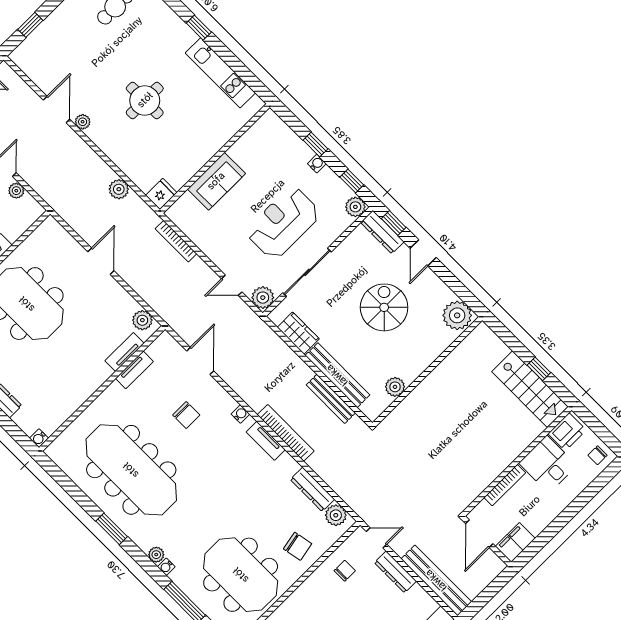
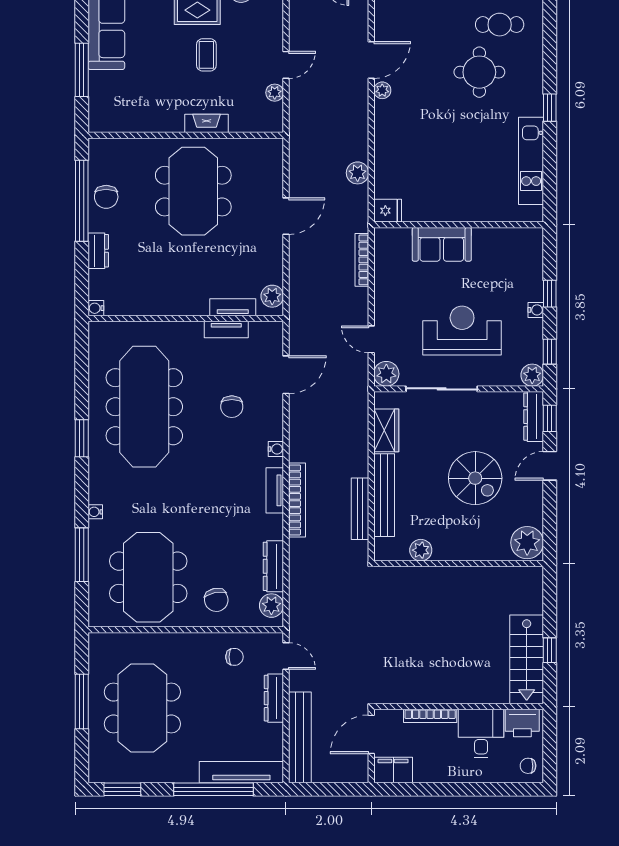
round table: (145, 100) -> (479, 72), moved
spiral stairs: (384, 307) -> (475, 478), turned 90
plant: (156, 555) -> (97, 494), removed

